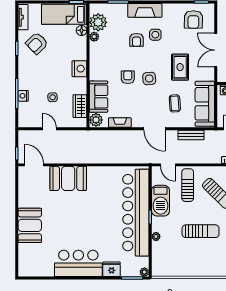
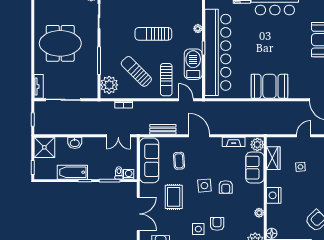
plant: (94, 37) -> (259, 213), moved
door: (49, 129) -> (304, 136), swing flipped
booth: (68, 178) -> (269, 86), moved

